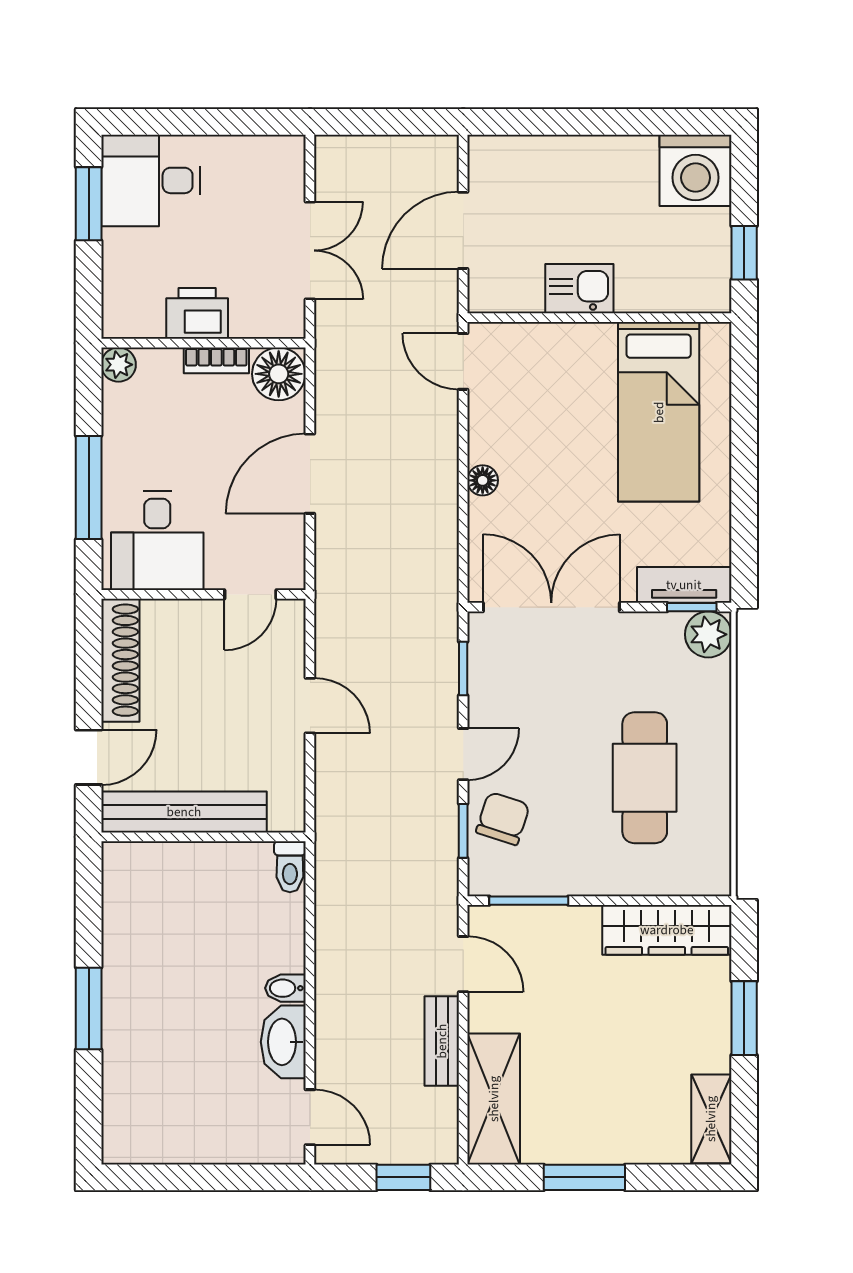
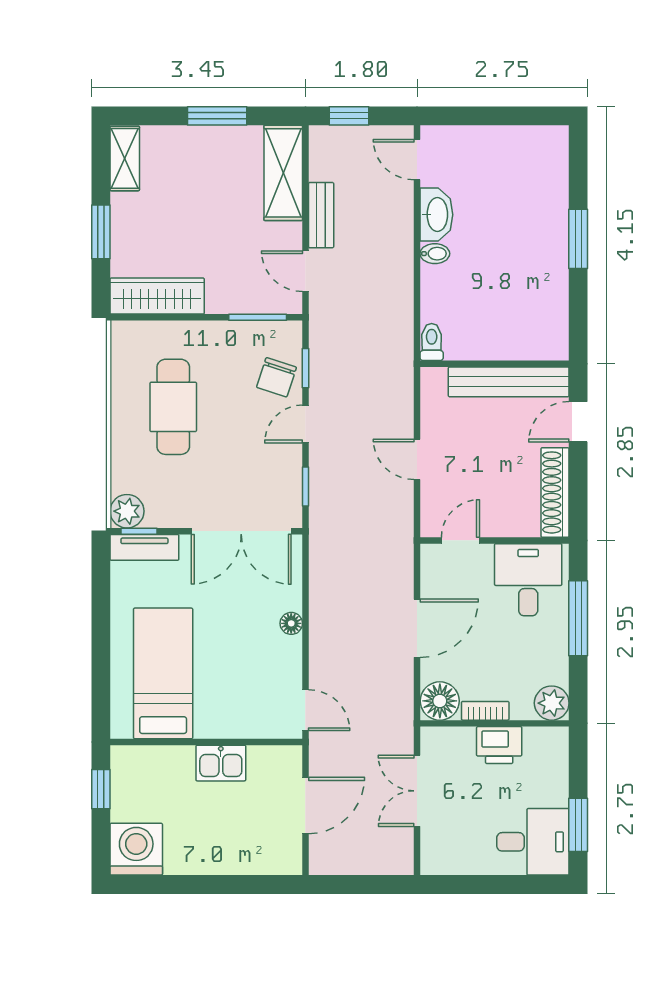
plant: (119, 365) -> (552, 703), width x1.38, depth x1.38

